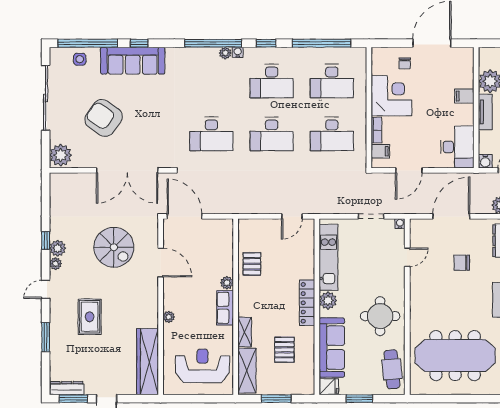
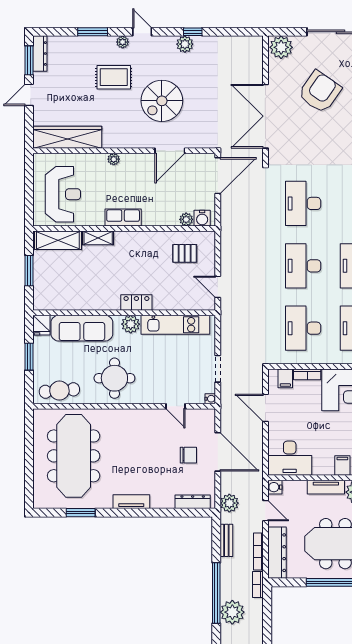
water cooler: (226, 231) -> (202, 218), added
spiral stairs: (114, 247) -> (162, 101), moved
chair: (462, 263) -> (188, 455), moved, turned 90
plant: (56, 264) -> (123, 42), moved
pallet: (252, 264) -> (185, 253), moved
plant: (227, 283) -> (186, 219), moved
locker: (307, 303) -> (136, 302), width x0.66
pallet: (284, 350) -> (80, 279), removed

